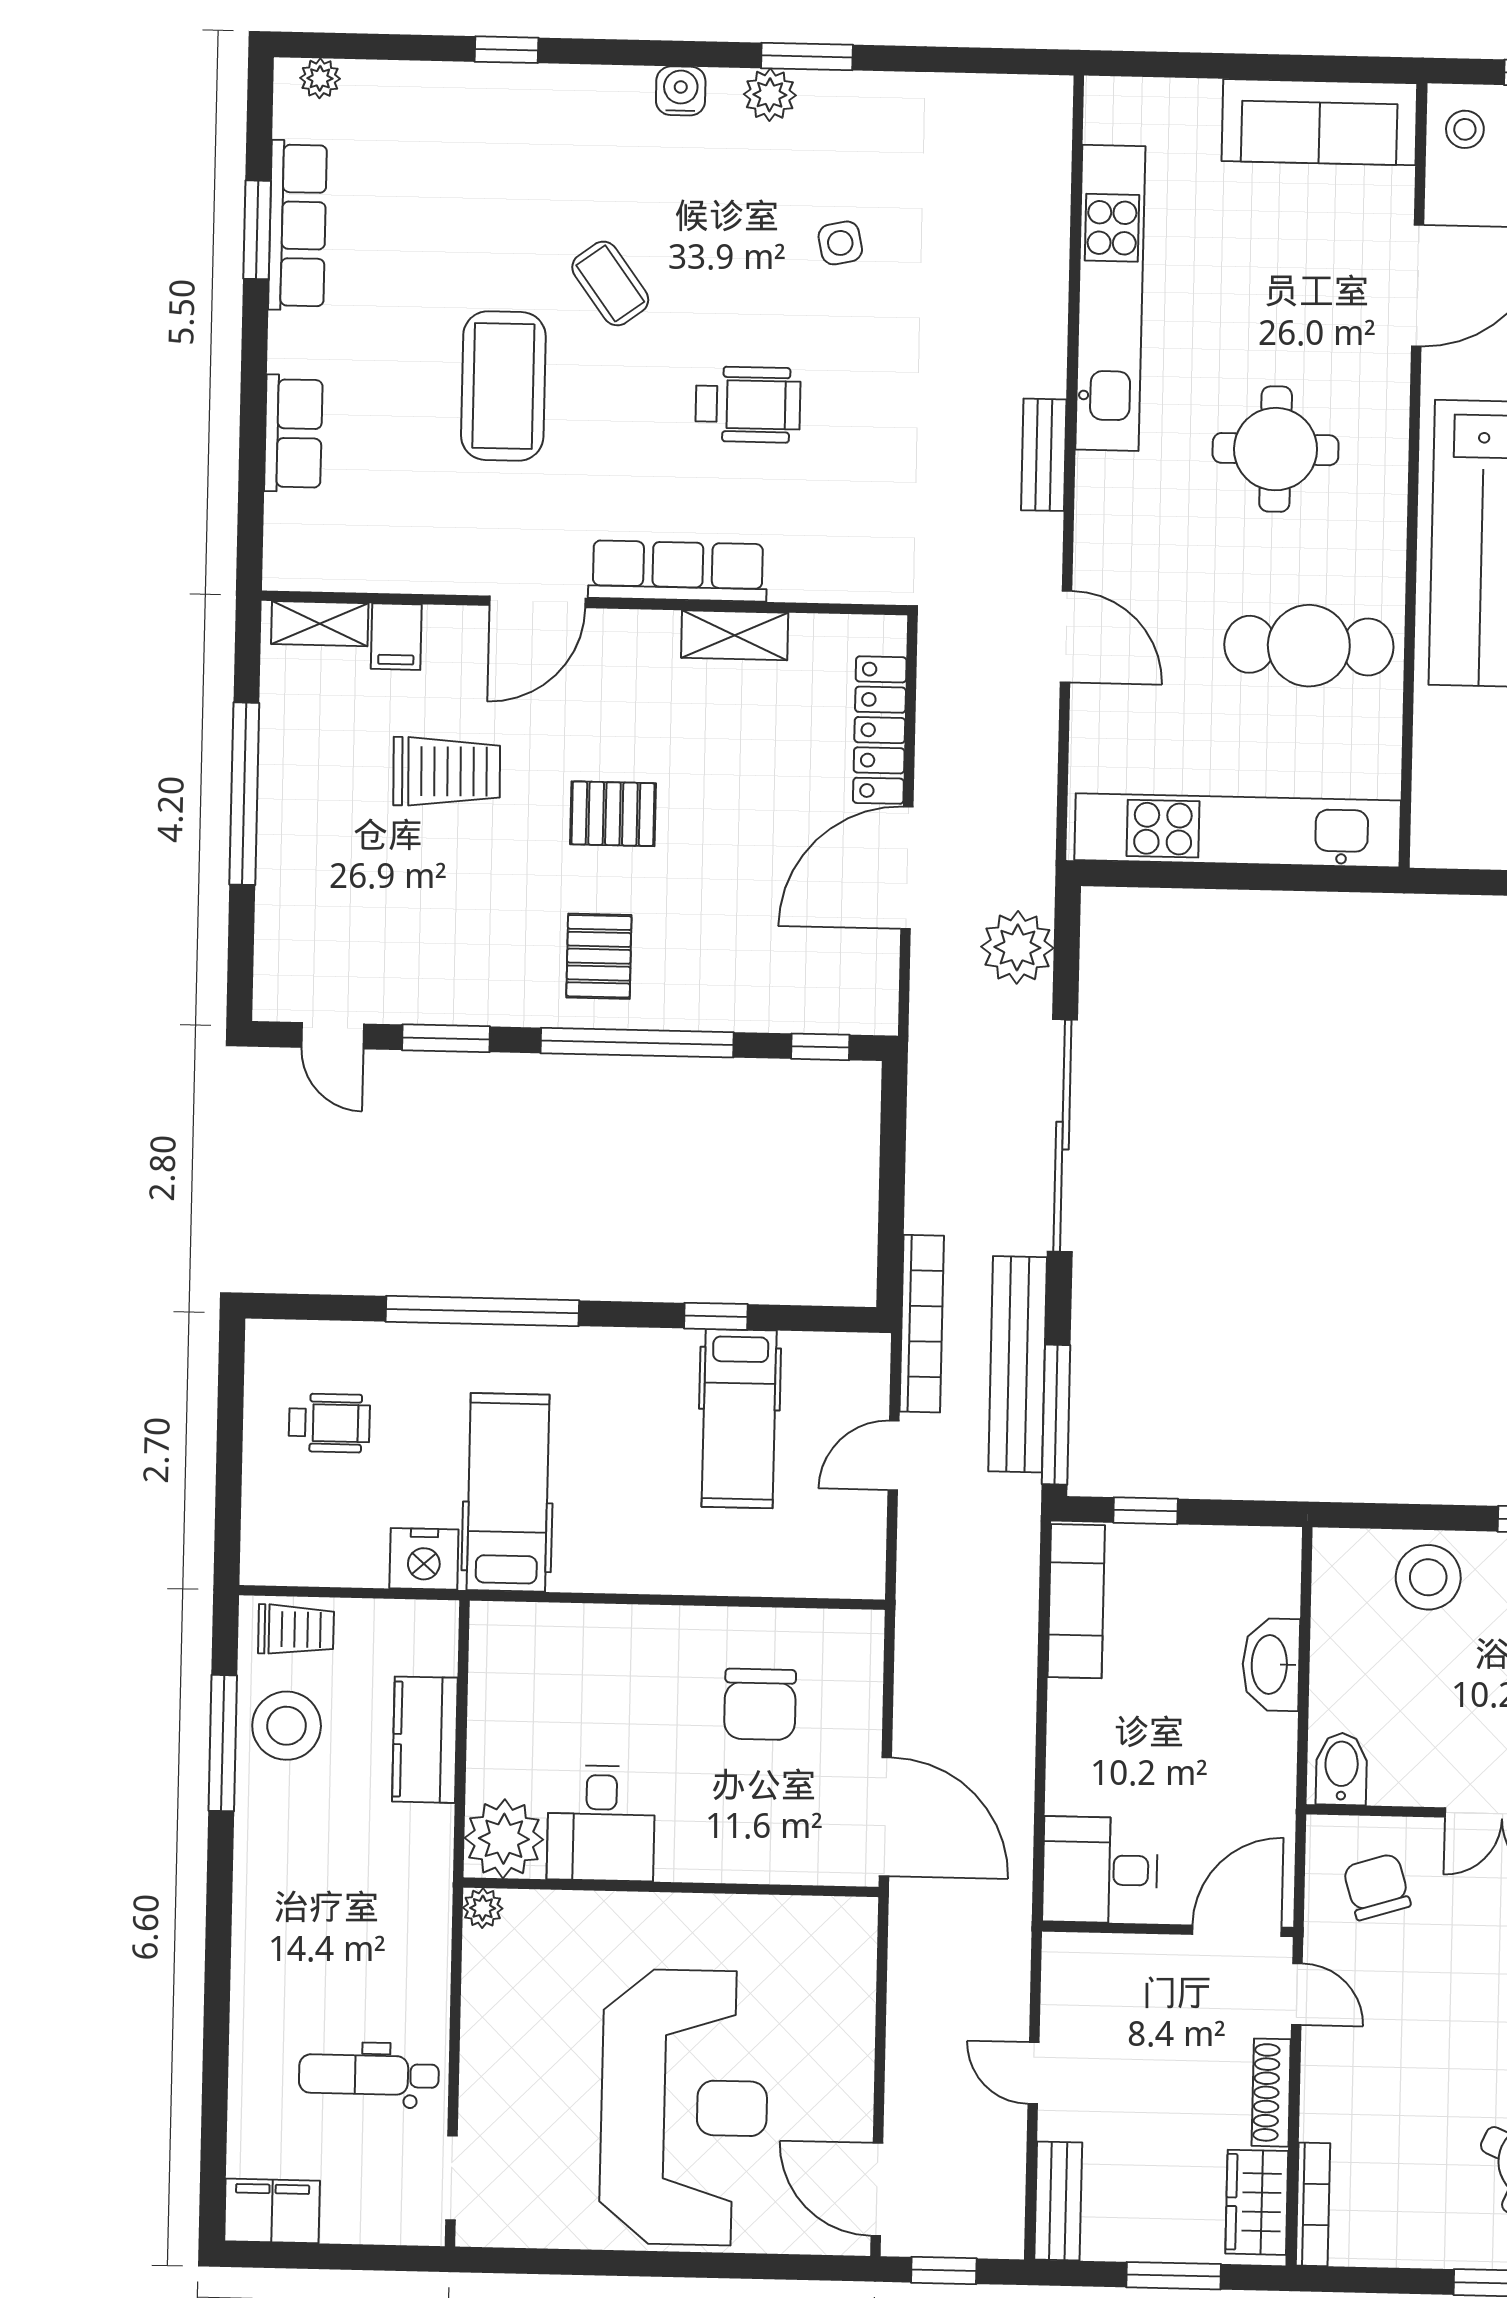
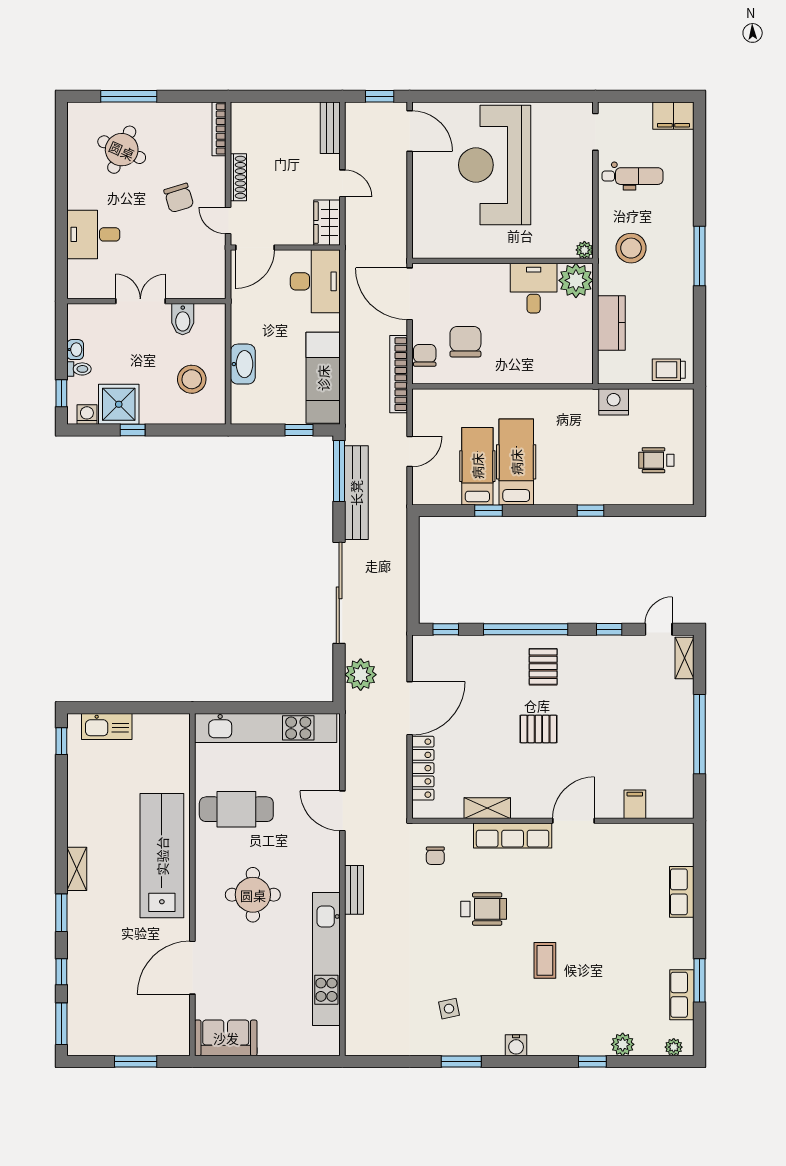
plant: (770, 95) -> (623, 1044), moved
sofa: (1319, 122) -> (226, 1038), width x0.73
stool: (1465, 129) -> (173, 1036), removed
row of seats: (298, 225) -> (682, 995), width x0.68
side table: (840, 243) -> (449, 1009), moved
coffee table: (610, 283) -> (545, 960), turned 36
coffee table: (503, 386) -> (591, 915), removed
wheelchair: (748, 405) -> (484, 909), turned 180
chair: (856, 529) -> (435, 856), added
shelving: (320, 624) -> (685, 658), moved, turned 90
trolley: (447, 771) -> (611, 746), removed
door: (333, 1036) -> (659, 629), hinge flipped
window: (446, 1038) -> (609, 629), width x0.67
window: (482, 1311) -> (591, 511), width x0.32
bookcase: (922, 1324) -> (399, 374), moved
hospital bed: (508, 1492) -> (516, 462), moved, turned 180
stool: (1428, 1577) -> (192, 379), moved
exam couch: (1076, 1601) -> (323, 378), width x1.36, depth x1.45
chair: (854, 1675) -> (425, 355), added
stool: (287, 1726) -> (631, 248), moved
window: (223, 1743) -> (700, 256), moved
bidet: (1341, 1769) -> (183, 319), moved
desk: (1100, 1870) -> (315, 281), width x1.37
chair: (1377, 1887) -> (179, 198), moved
wardrobe: (1257, 2202) -> (327, 223), moved, turned 180
window: (1174, 2276) -> (279, 96), removed

